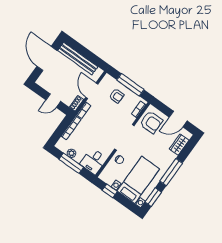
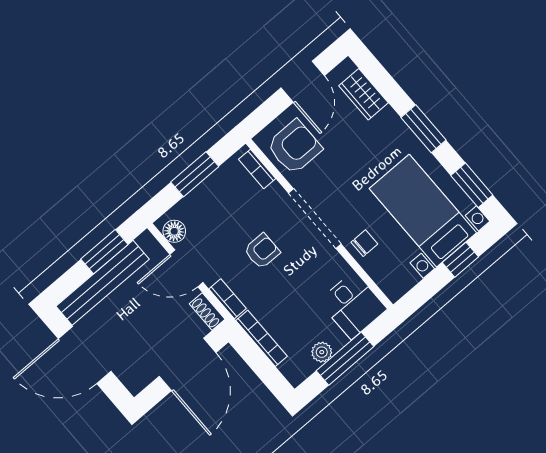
window: (90, 56) -> (104, 252), added
floor lamp: (105, 82) -> (174, 231), added
window: (130, 85) -> (195, 174), width x0.69
armchair: (117, 96) -> (262, 251), moved
door: (53, 101) -> (187, 364), width x1.88
window: (171, 172) -> (423, 129), width x0.69
window: (110, 191) -> (460, 260), moved

